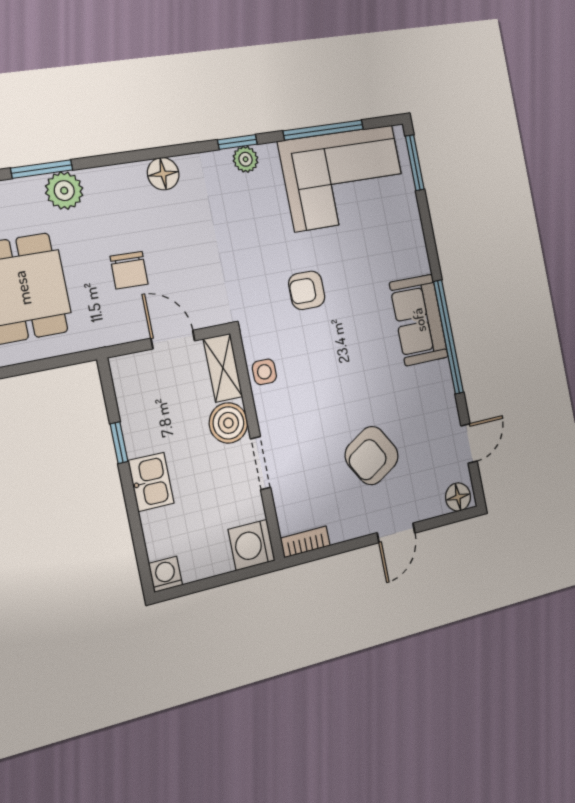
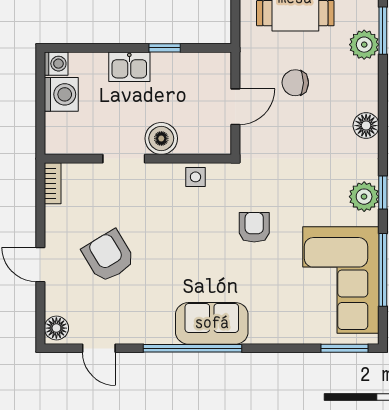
plant: (246, 159) -> (364, 197), width x1.38, depth x1.38
shelving: (223, 368) -> (205, 143), removed
washing machine: (252, 545) -> (61, 94), moved, turned 90

